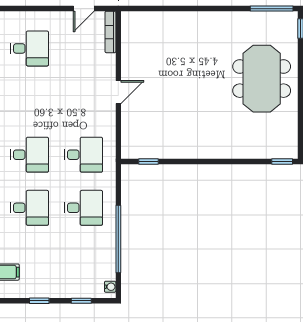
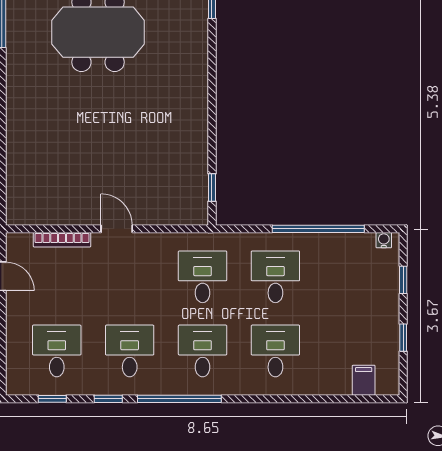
bookcase: (110, 32) -> (62, 240), moved
desk: (29, 102) -> (130, 351), added

